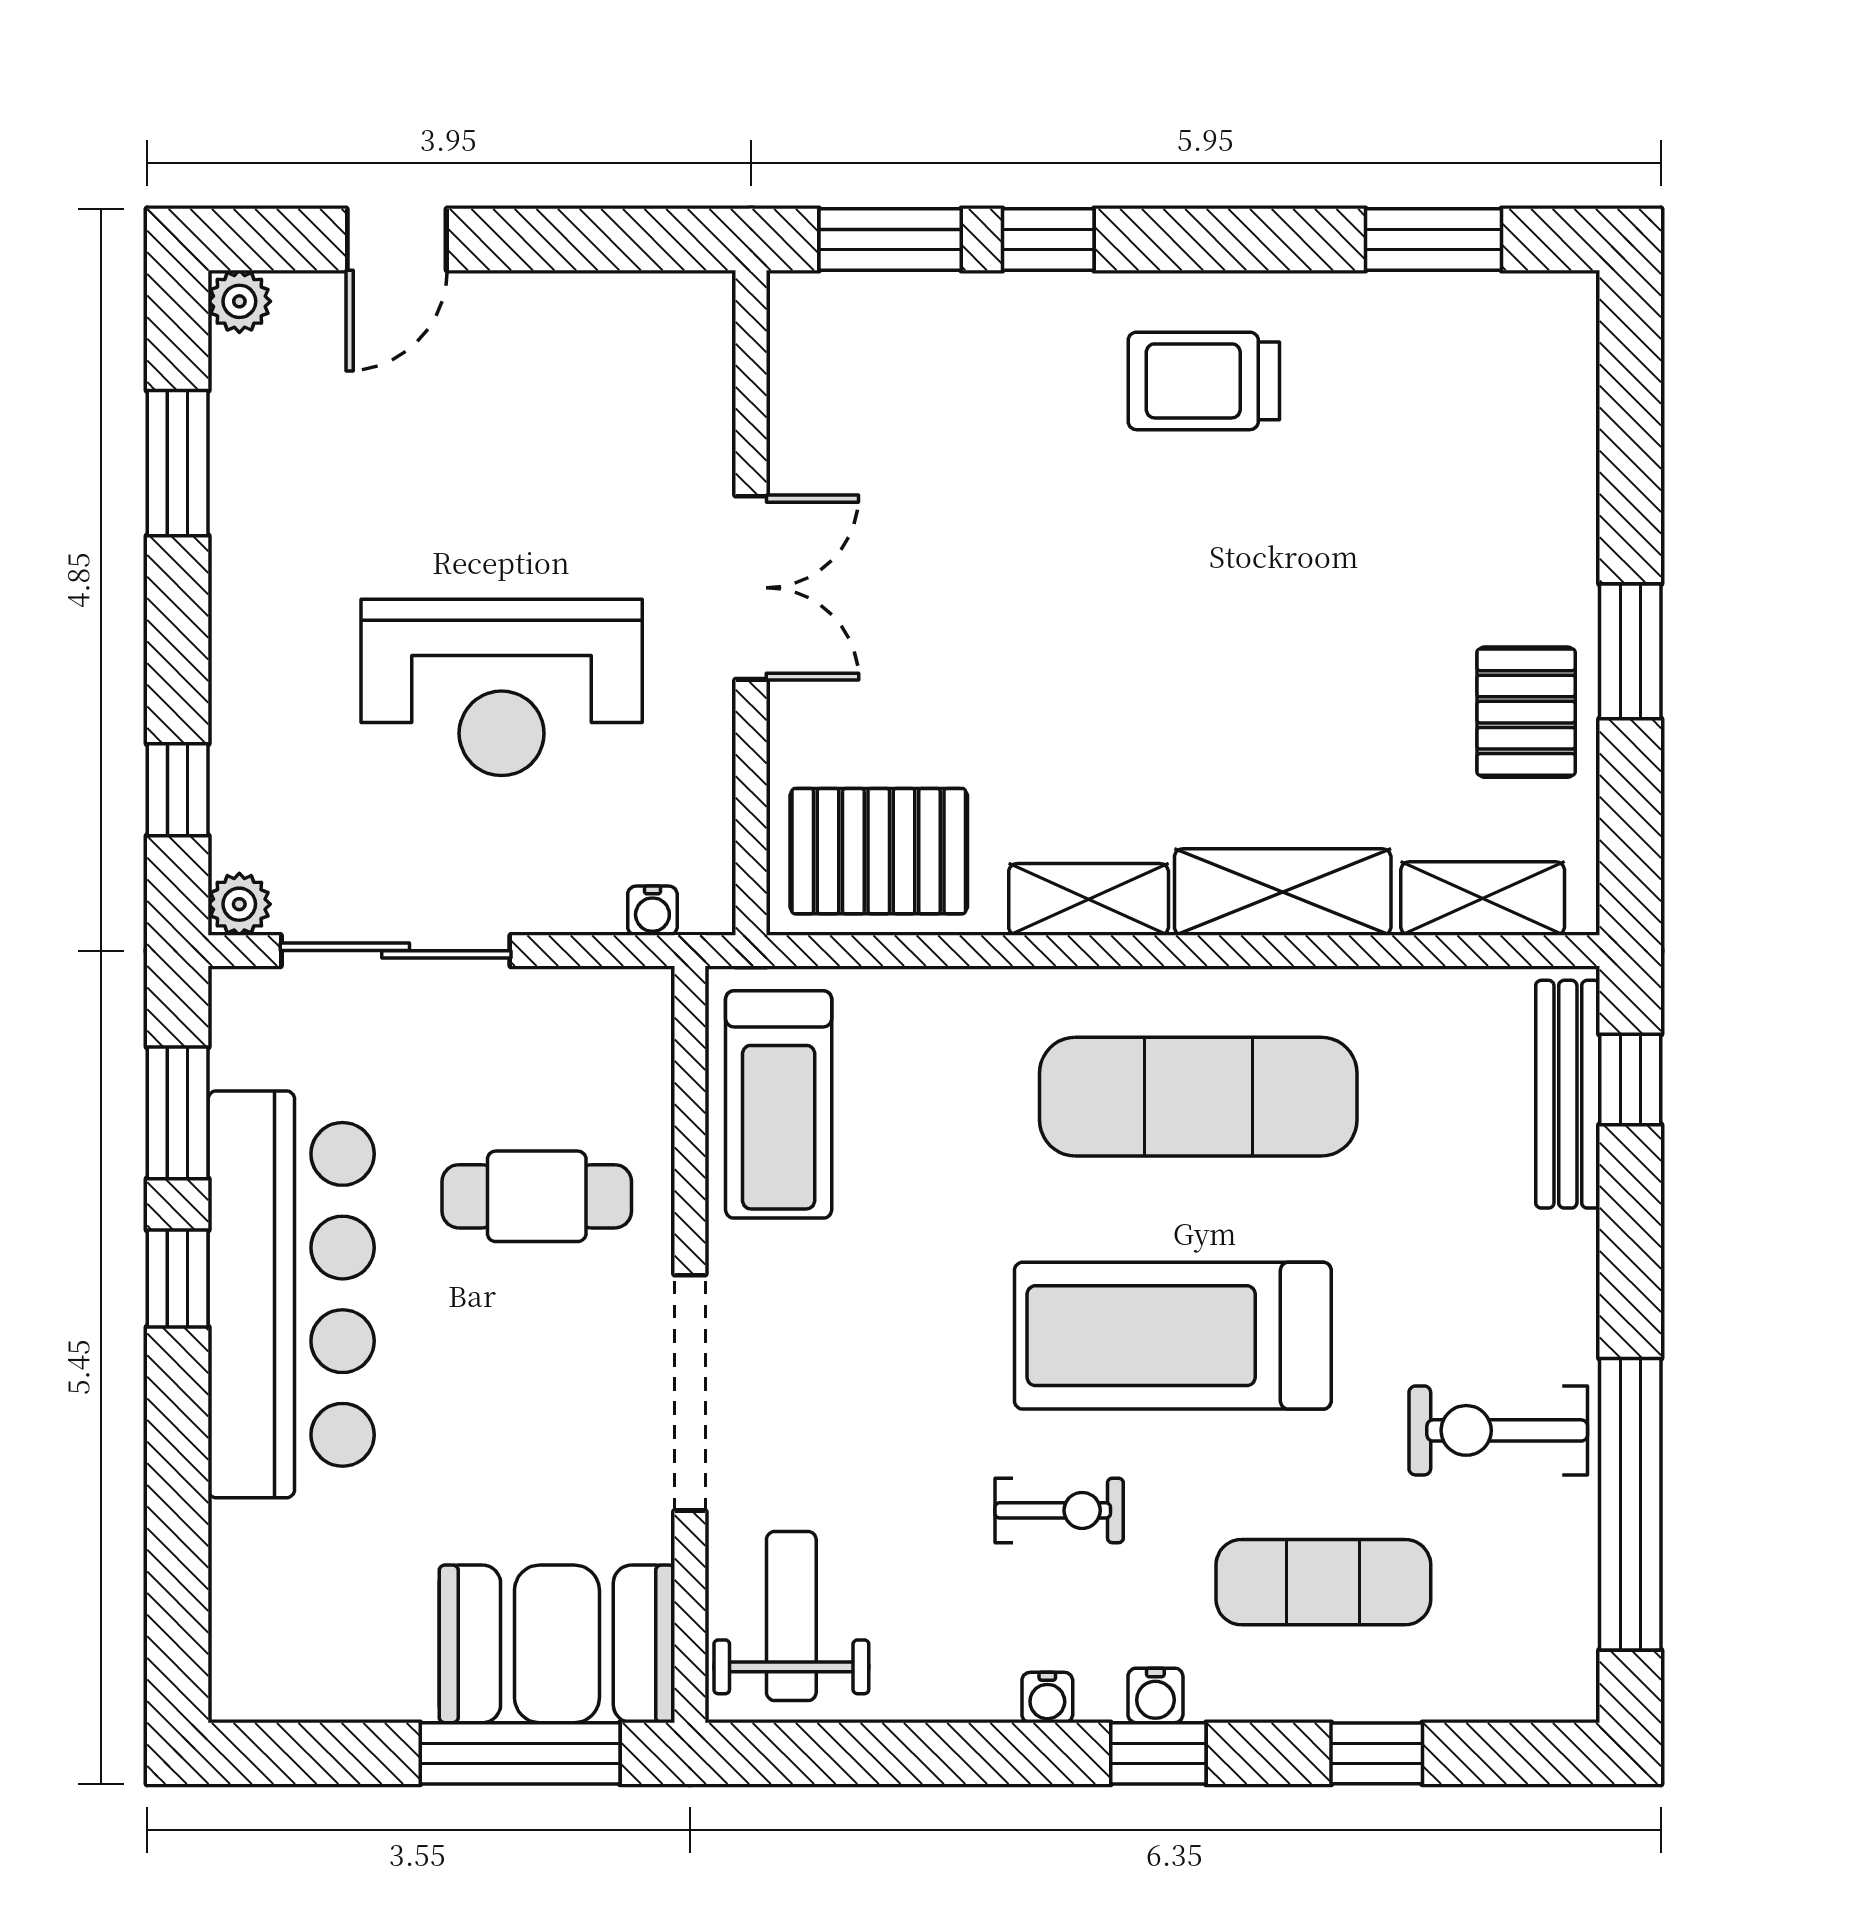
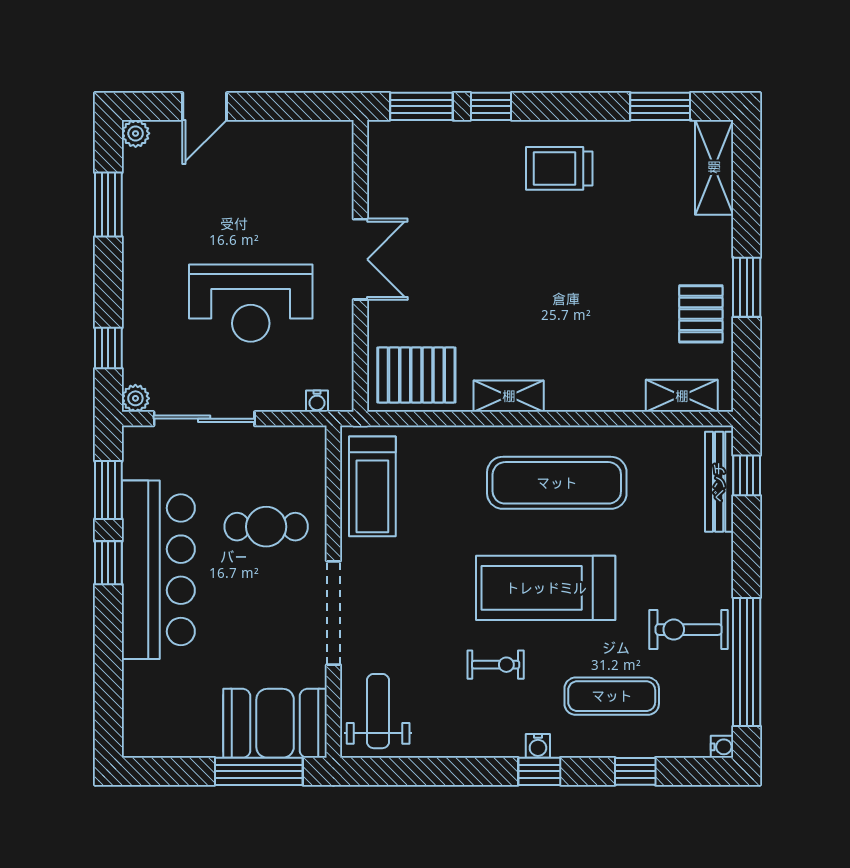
shelving: (1283, 892) -> (714, 167), moved, turned 90
water cooler: (1047, 1697) -> (722, 747), moved, turned -90

